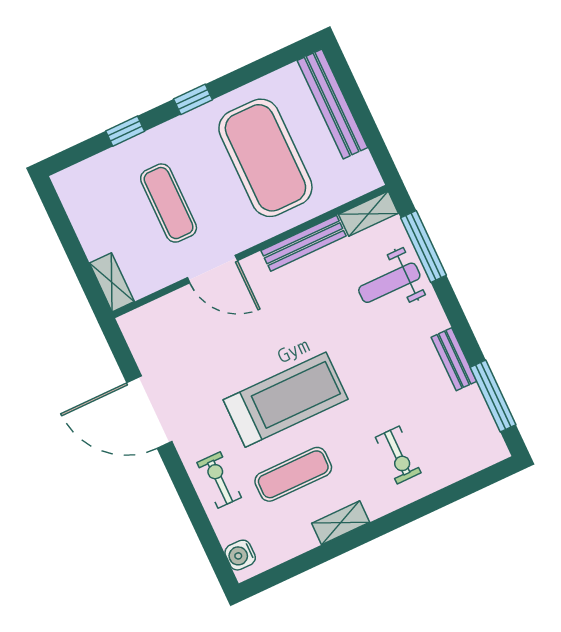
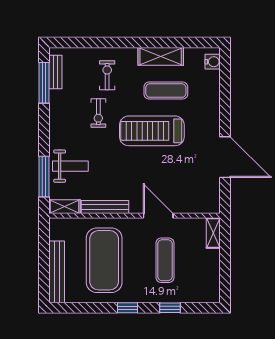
bench: (454, 359) -> (55, 72), moved
exercise bike: (219, 480) -> (98, 113), moved
shelving: (341, 523) -> (161, 56), width x1.50, depth x1.33

